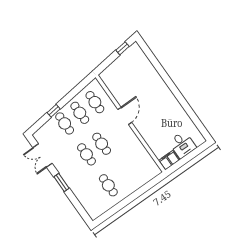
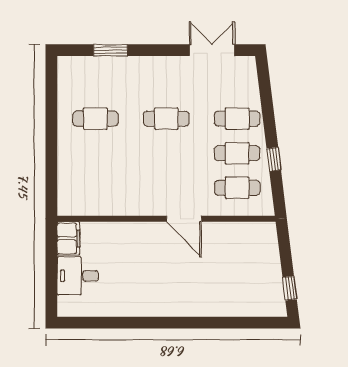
window: (54, 111) -> (274, 159), moved
cafe table: (102, 144) -> (166, 153), removed
window: (62, 182) -> (110, 50), moved

